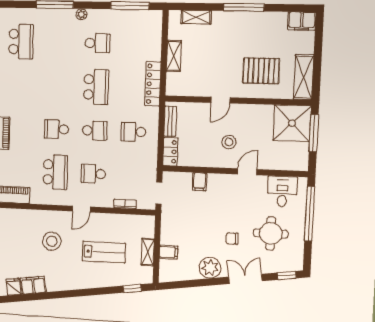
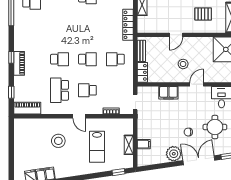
pallet: (261, 71) -> (203, 14), width x0.67, depth x0.71
school desk: (96, 87) -> (87, 28), removed
school desk: (56, 129) -> (60, 59), turned 180
school desk: (55, 172) -> (60, 90), turned 180
filing cabinet: (199, 182) -> (168, 93), width x2.00
door: (81, 209) -> (79, 116), hinge flipped
lab bench: (104, 252) -> (97, 147), turned 90
double door: (245, 279) -> (199, 160), width x1.37

